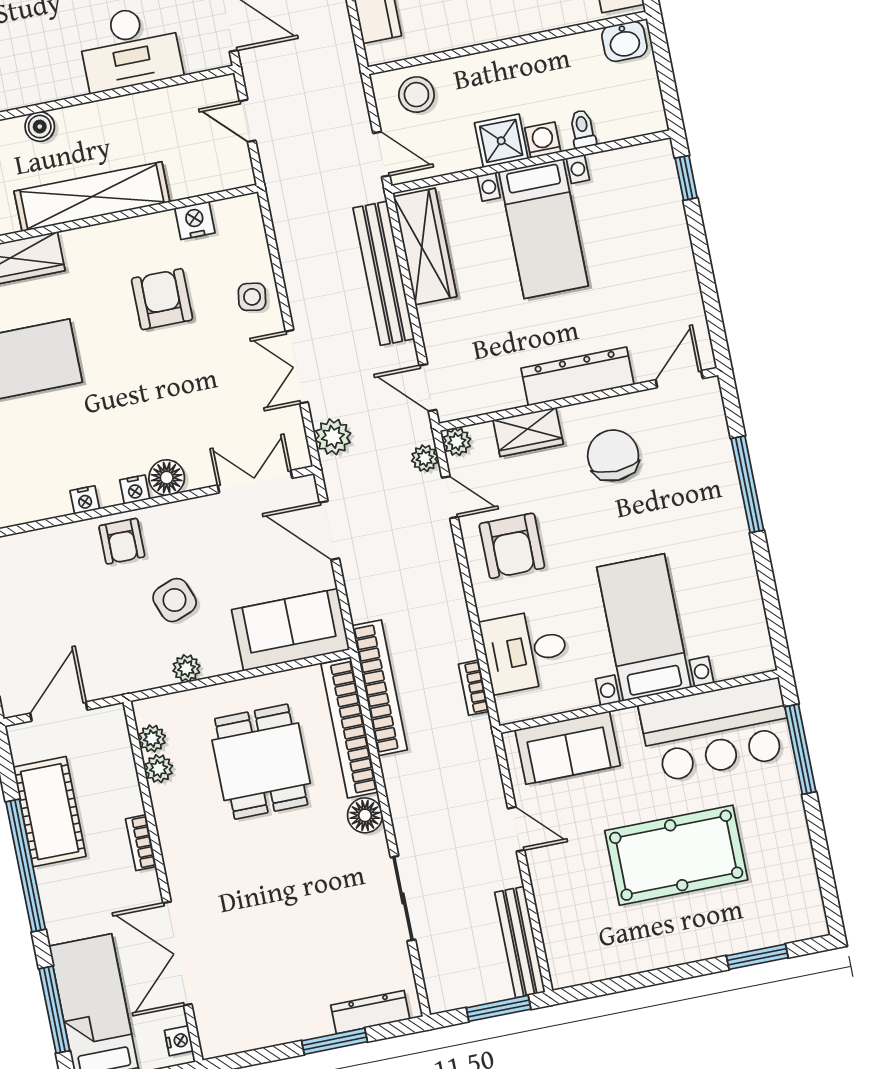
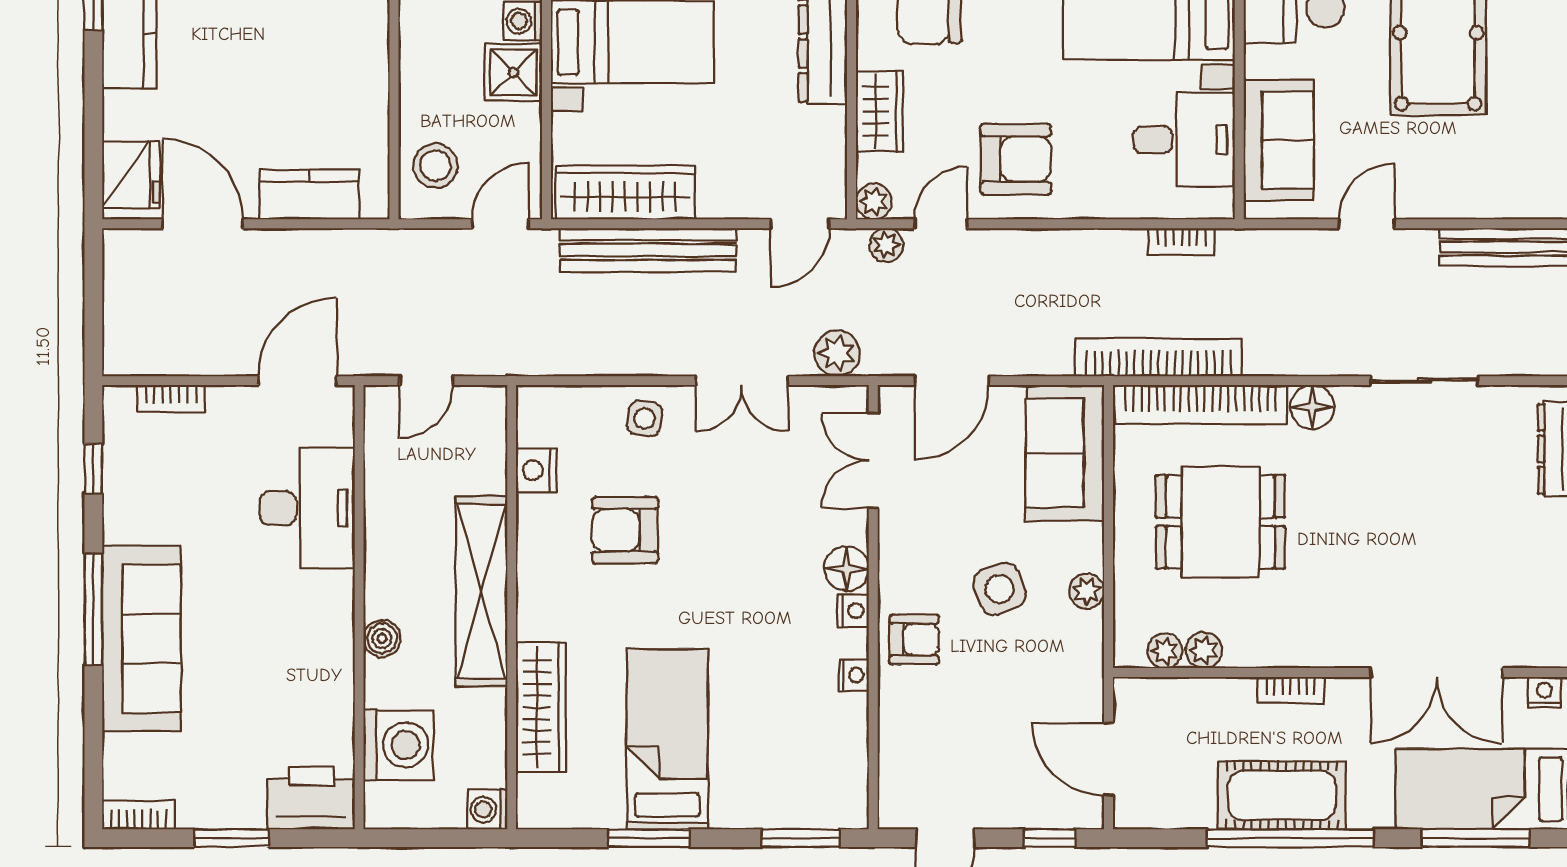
desk: (525, 651) -> (1184, 140), moved, turned -90
cot: (50, 812) -> (1282, 795), moved

